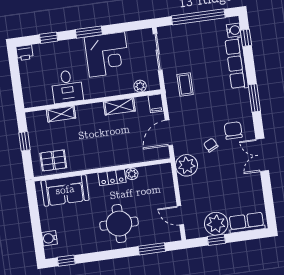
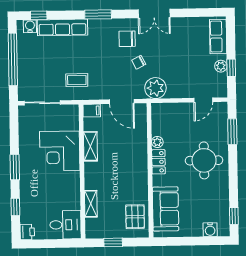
corner desk: (107, 55) -> (60, 151), moved, turned 180
desk: (67, 86) -> (65, 225), moved
plant: (140, 86) -> (73, 124), removed
plant: (216, 224) -> (221, 66), width x0.53, depth x0.53

